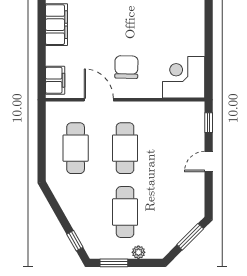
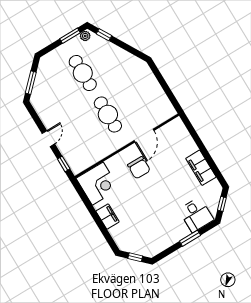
filing cabinet: (55, 80) -> (108, 217), moved, turned 180
door: (99, 100) -> (144, 136), hinge flipped
cafe table: (76, 148) -> (140, 95), removed
plant: (138, 252) -> (85, 36), moved

